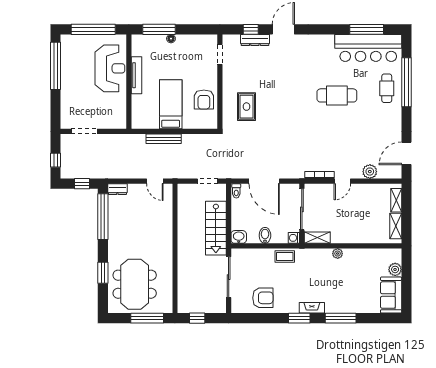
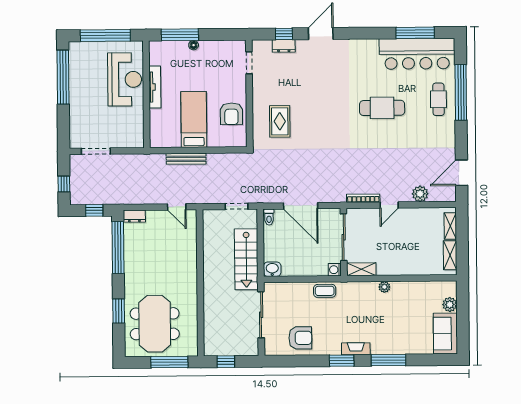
dresser: (255, 40) -> (284, 46), width x0.70
bidet: (265, 235) -> (302, 267), removed

